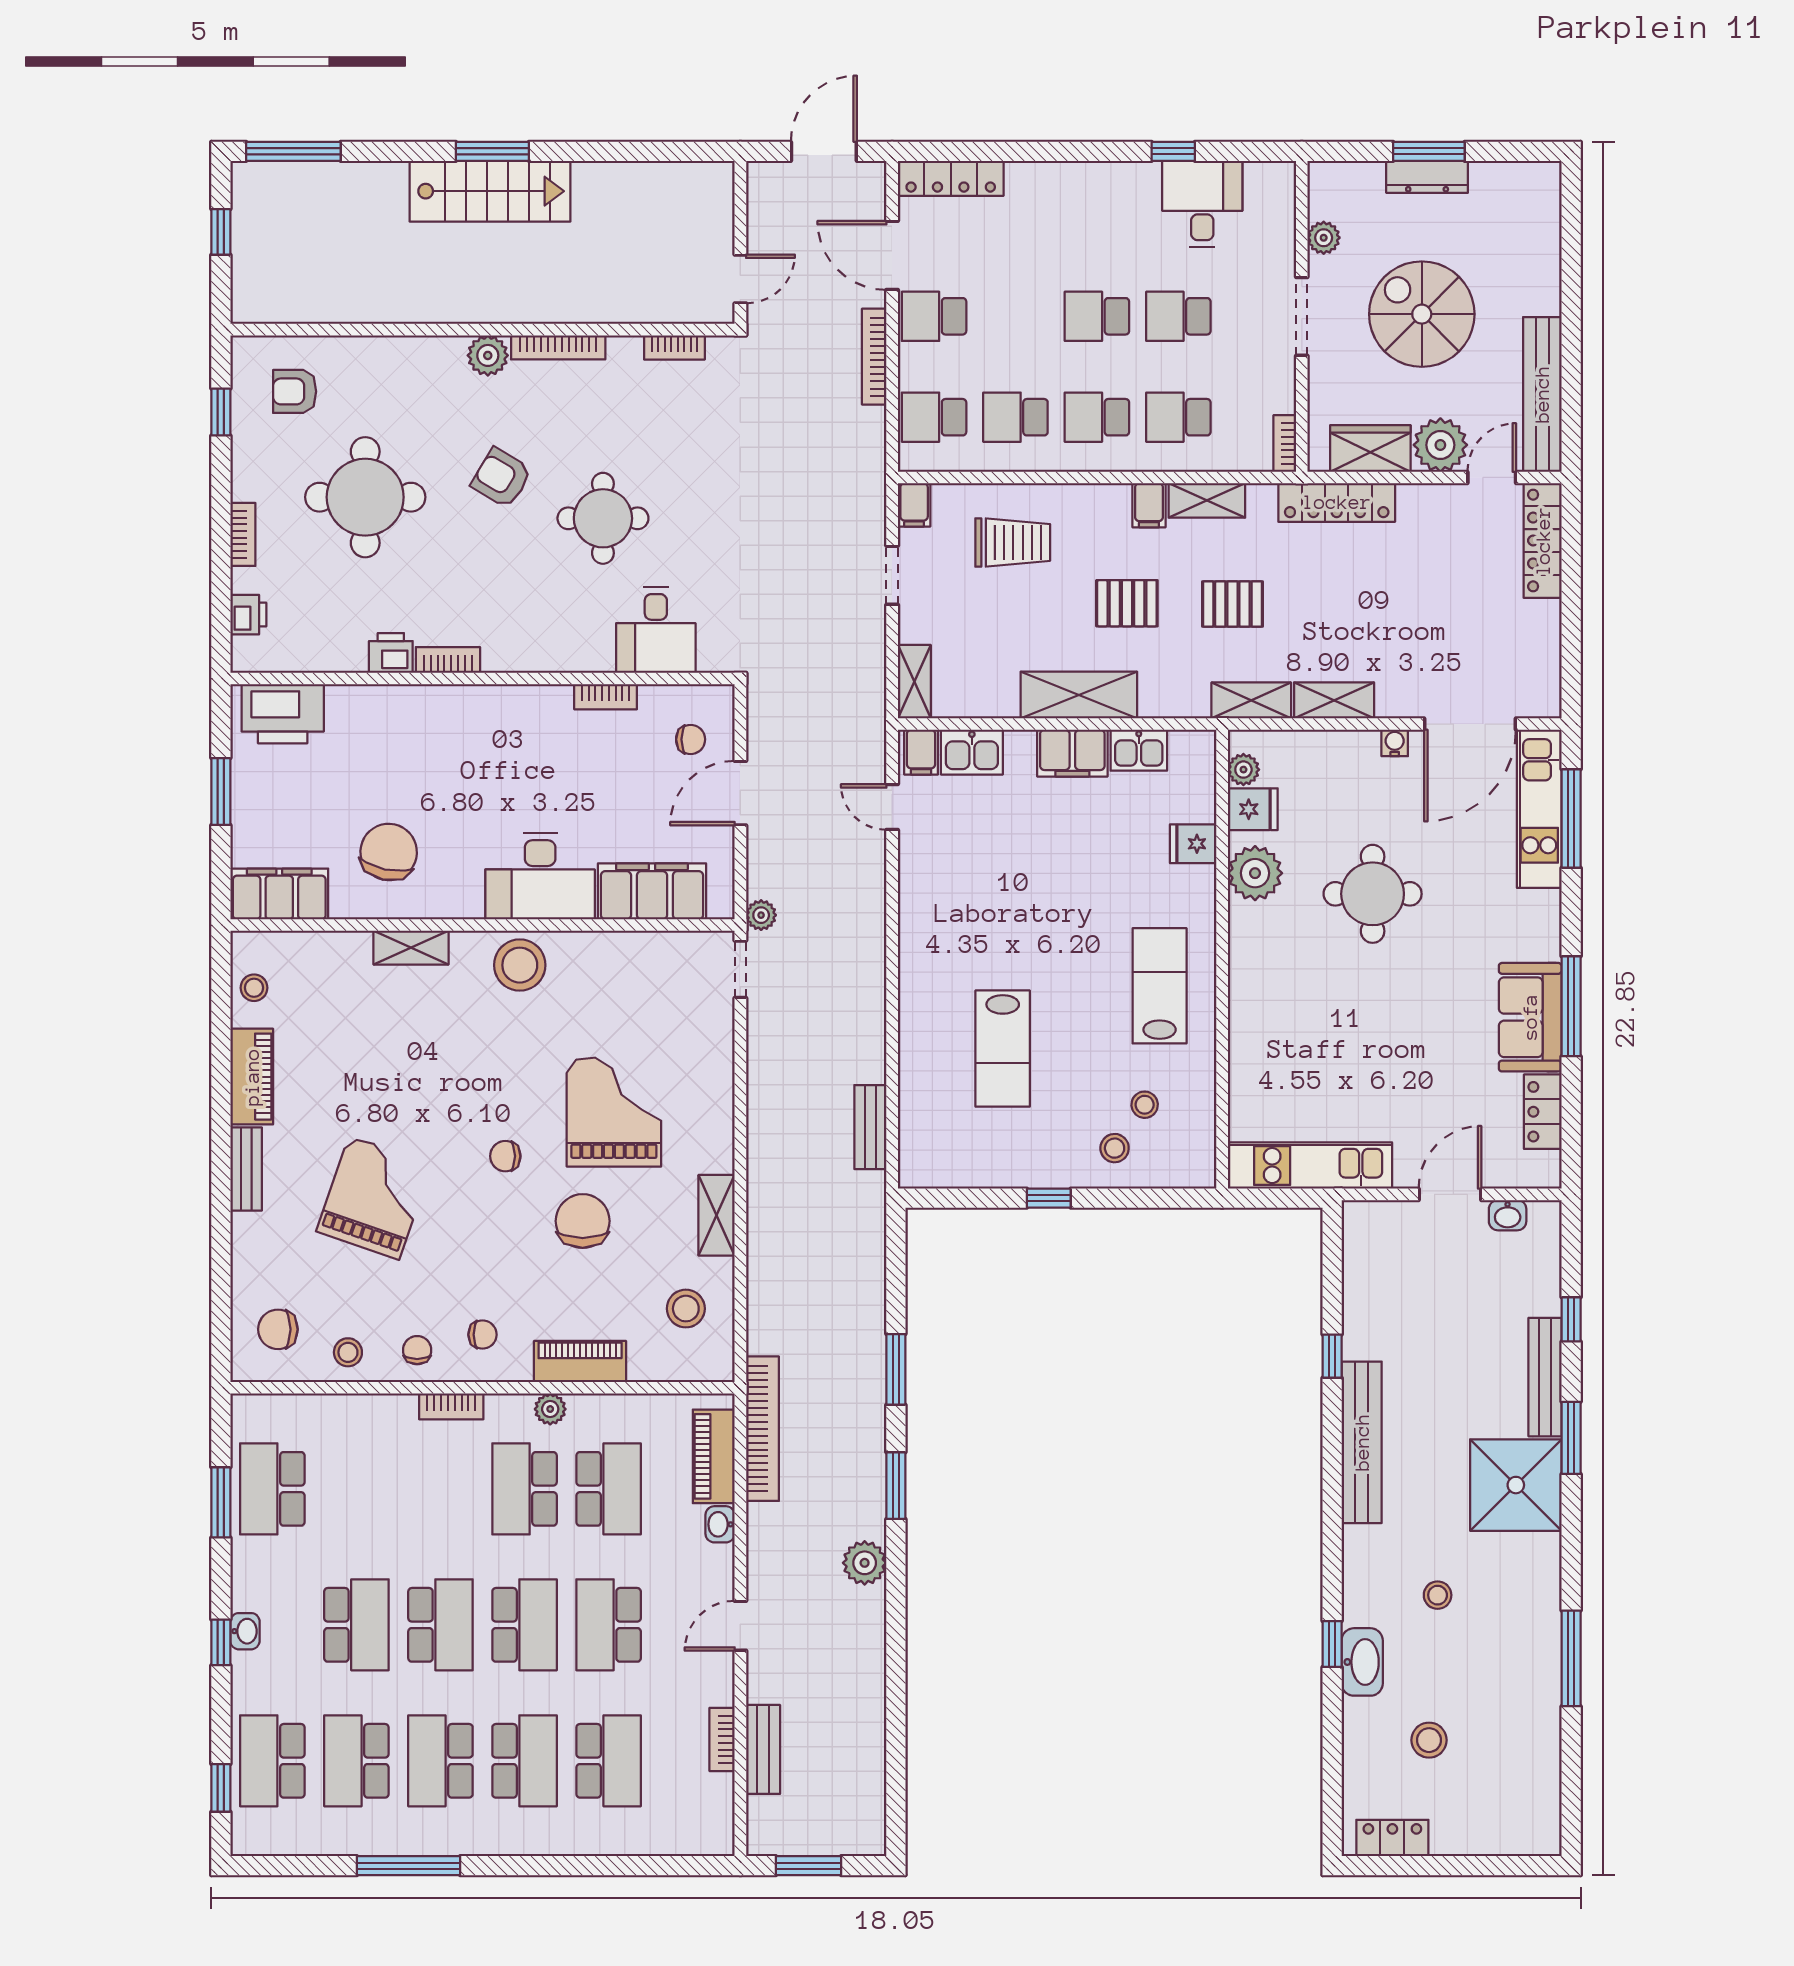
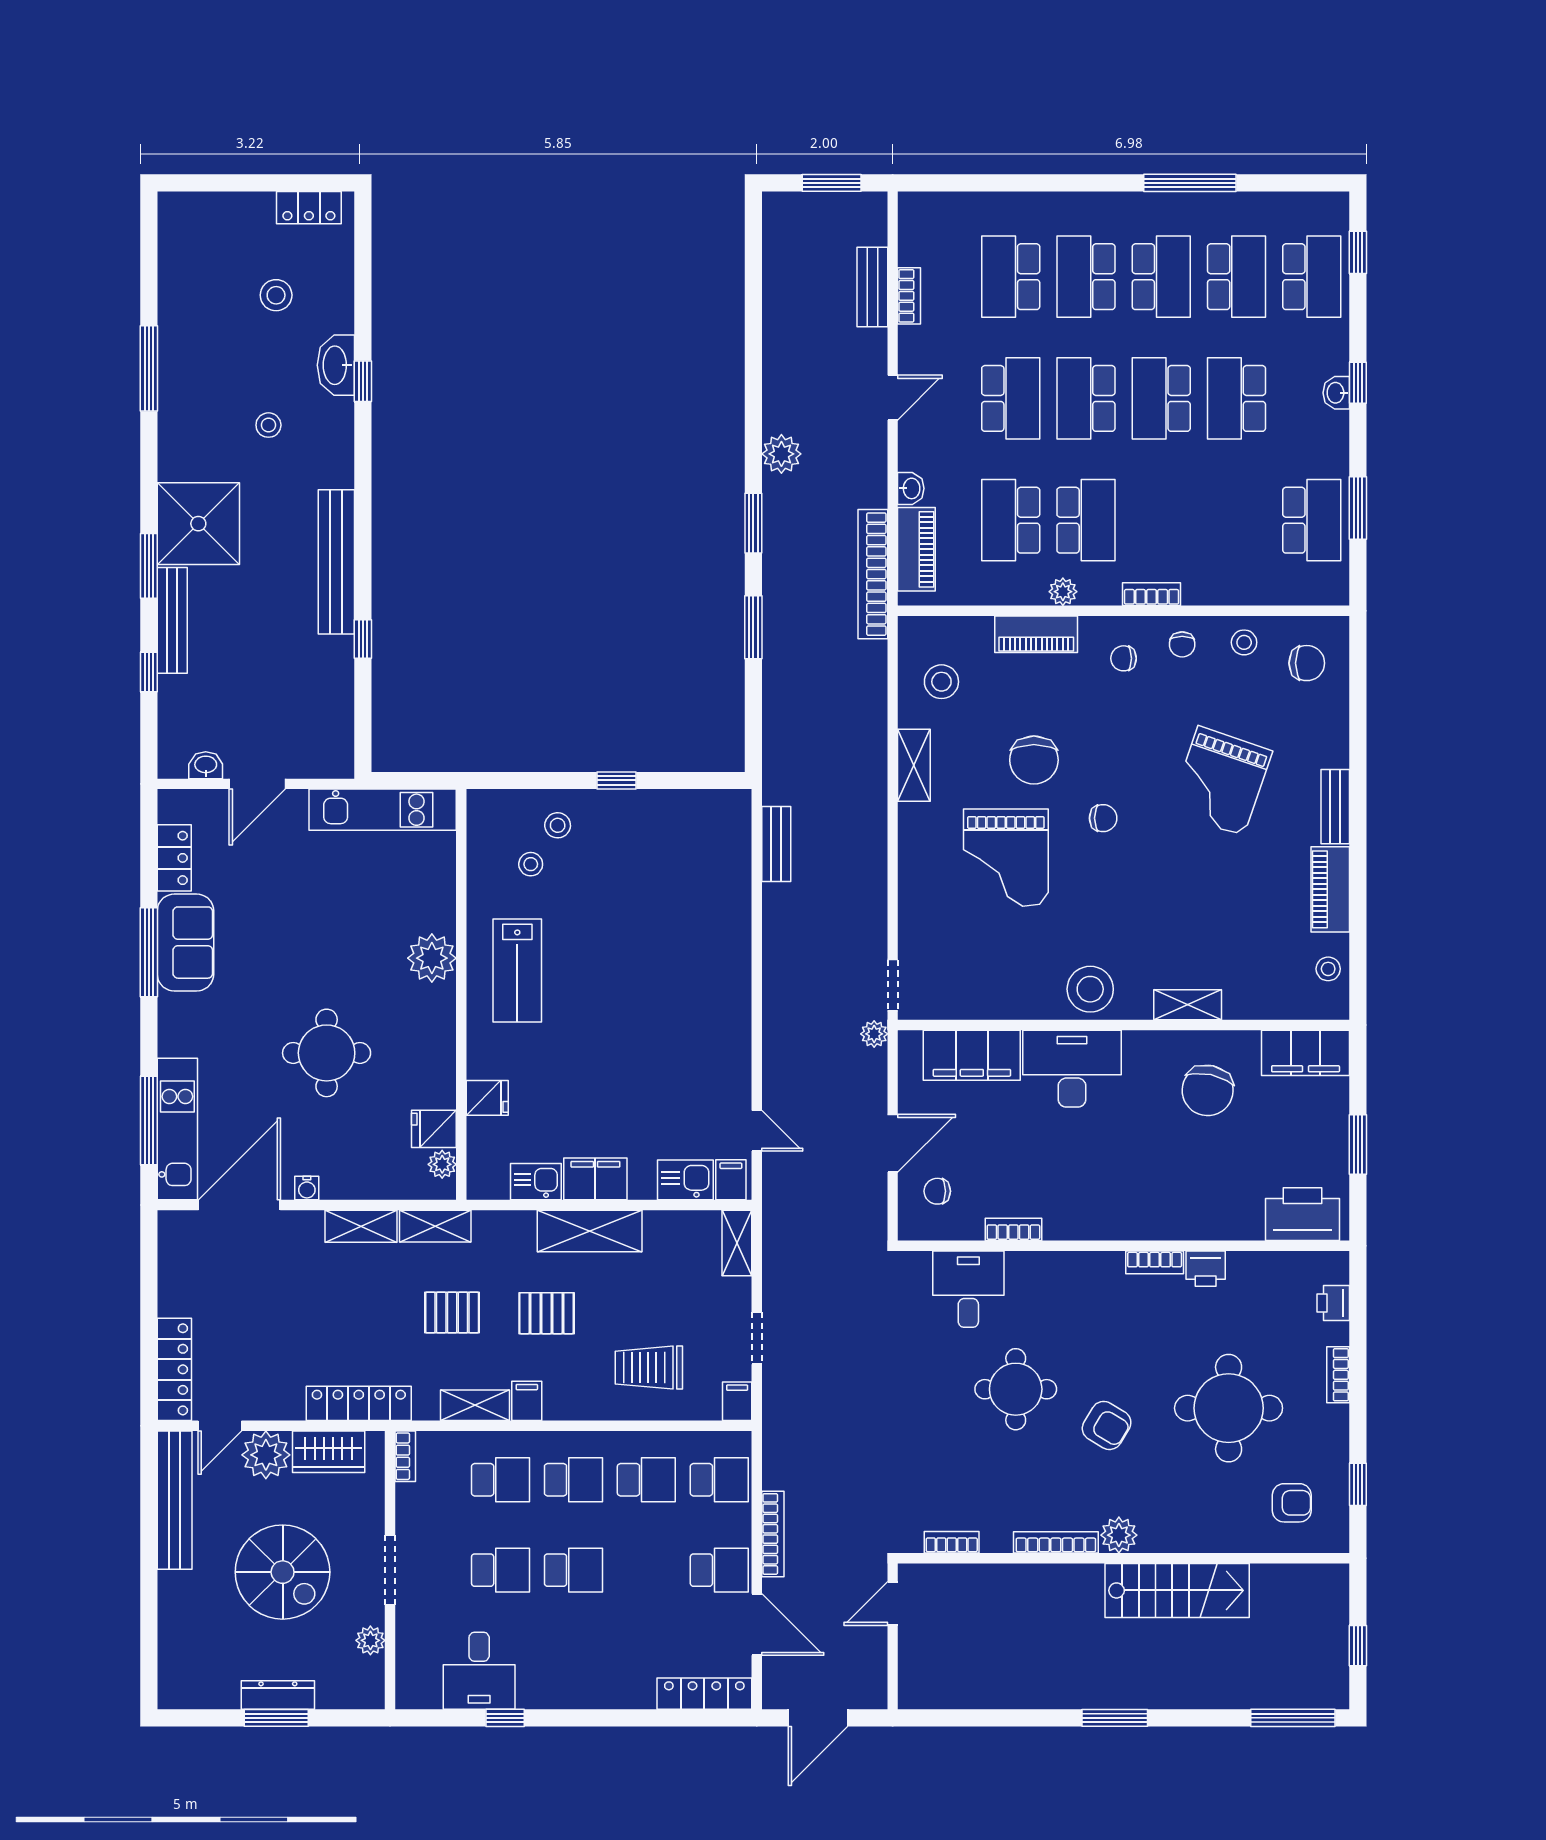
stairs: (490, 191) -> (1177, 1590), moved, turned 180
plant: (1255, 873) -> (432, 958), moved
lab bench: (1003, 1049) -> (658, 914), removed

